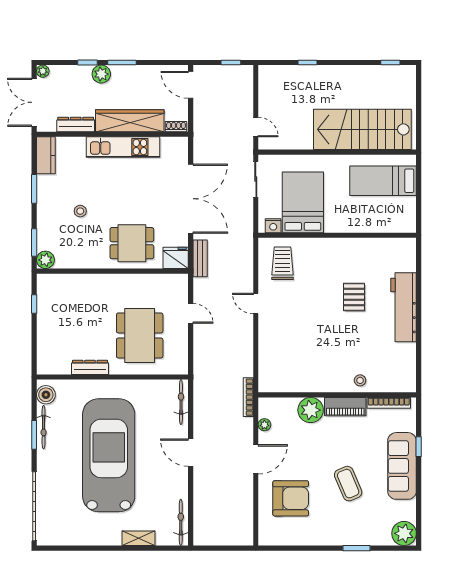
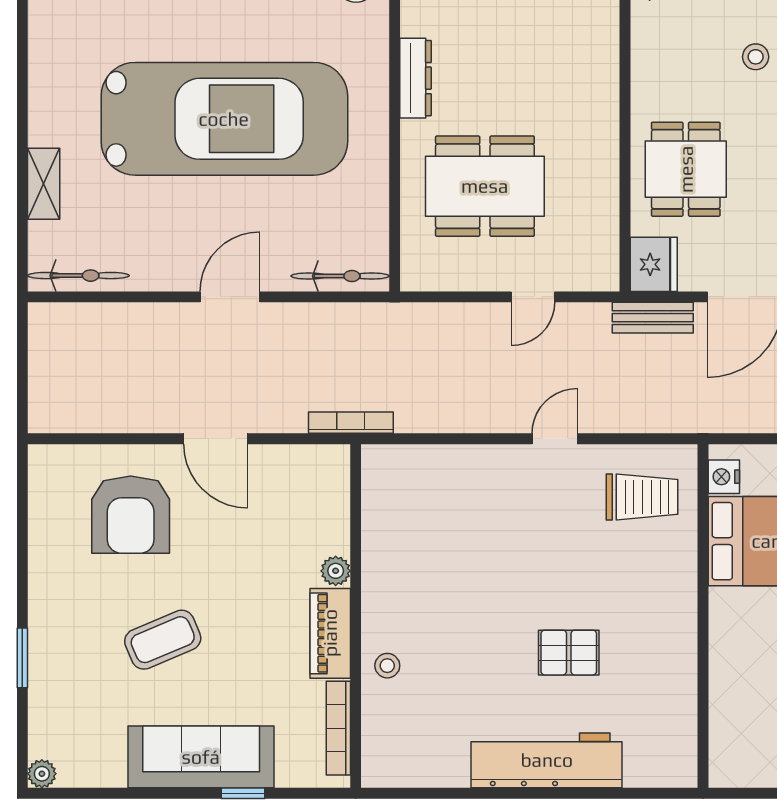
plant: (311, 410) -> (336, 571), width x0.53, depth x0.53
plant: (264, 425) -> (291, 458), removed
plant: (404, 533) -> (42, 774), width x0.53, depth x0.53

